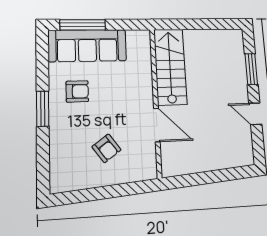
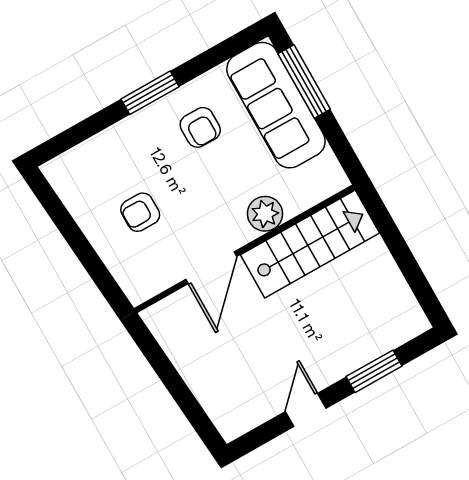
plant: (142, 81) -> (265, 214), added
armchair: (106, 148) -> (140, 212), turned 36

